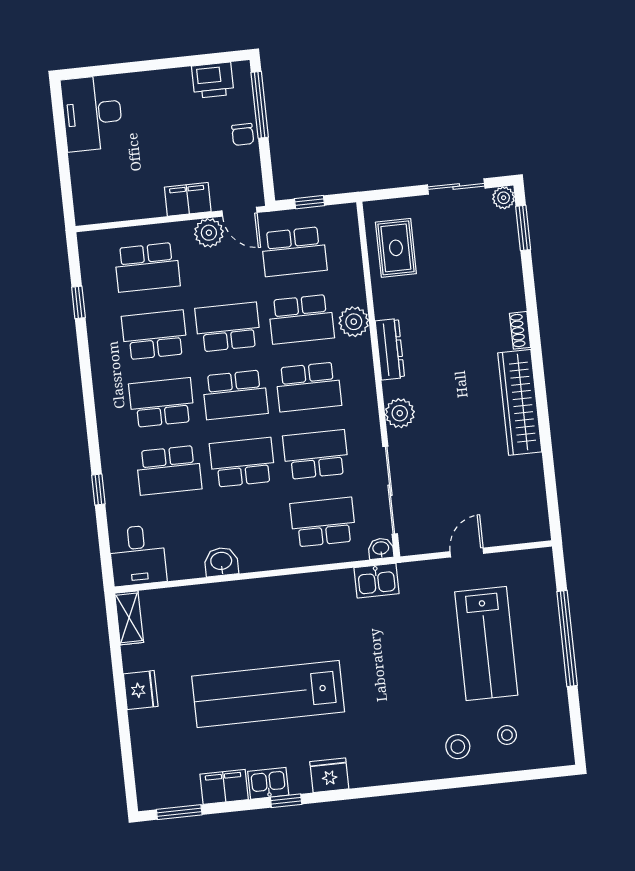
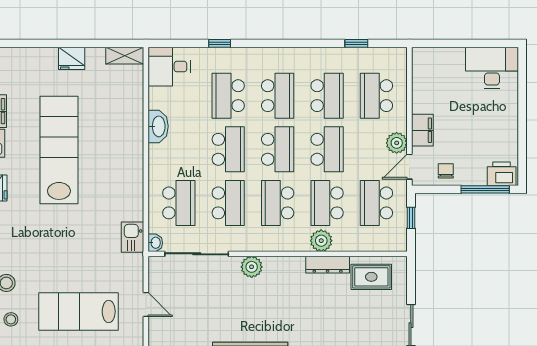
printer: (213, 80) -> (502, 174), moved, turned 90
chair: (243, 134) -> (446, 171), moved, turned 90
dresser: (390, 349) -> (328, 265), moved
school desk: (235, 395) -> (278, 149), turned 180
washbasin: (221, 562) -> (158, 126), width x1.38

